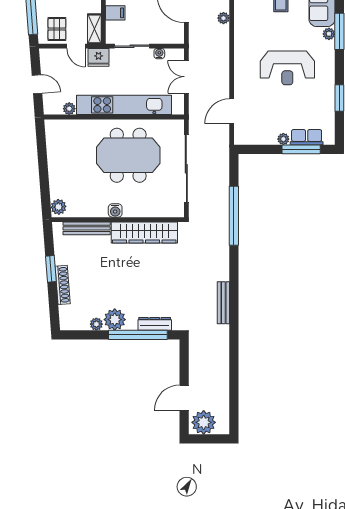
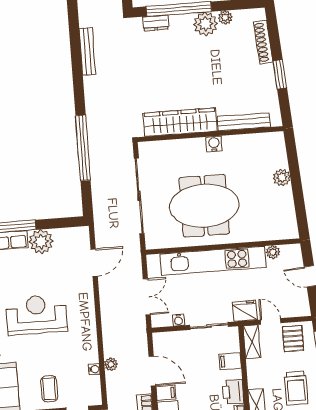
water cooler: (239, 15) -> (94, 369), added
plant: (283, 139) -> (41, 242), width x1.87, depth x1.87
plant: (59, 207) -> (282, 178), moved
shoe rack: (63, 285) -> (263, 42), moved
dresser: (155, 324) -> (156, 23), width x0.70

